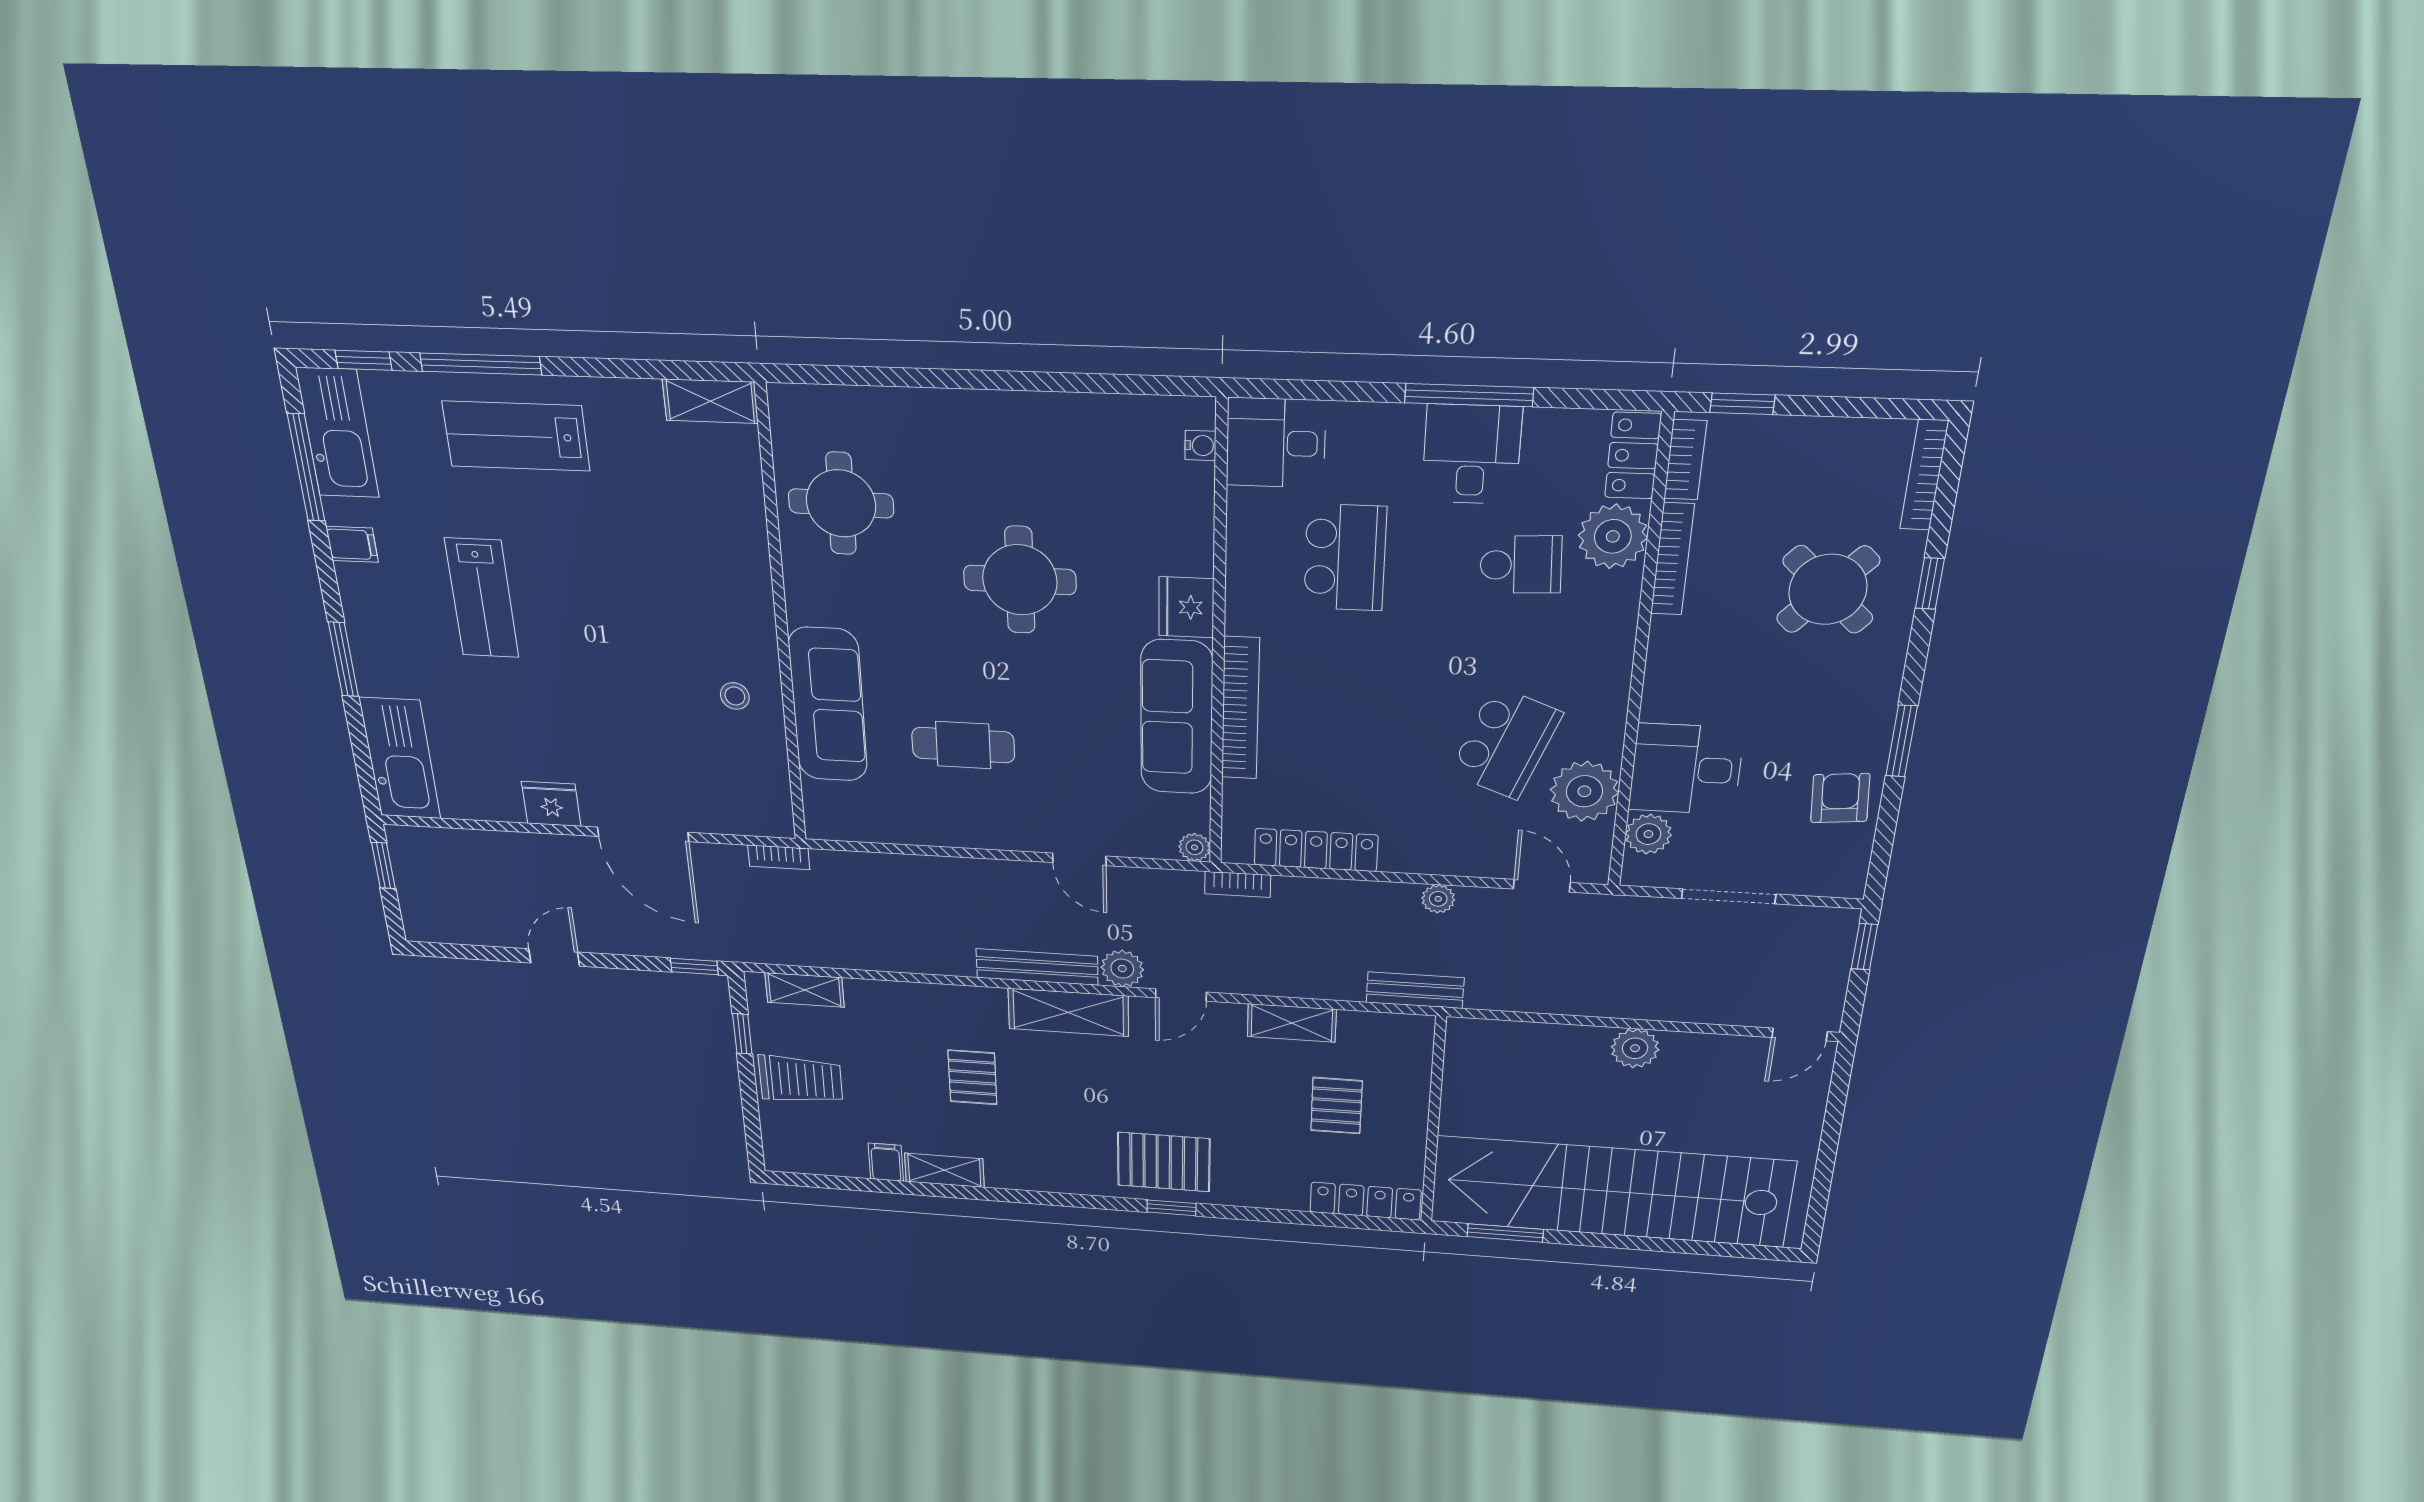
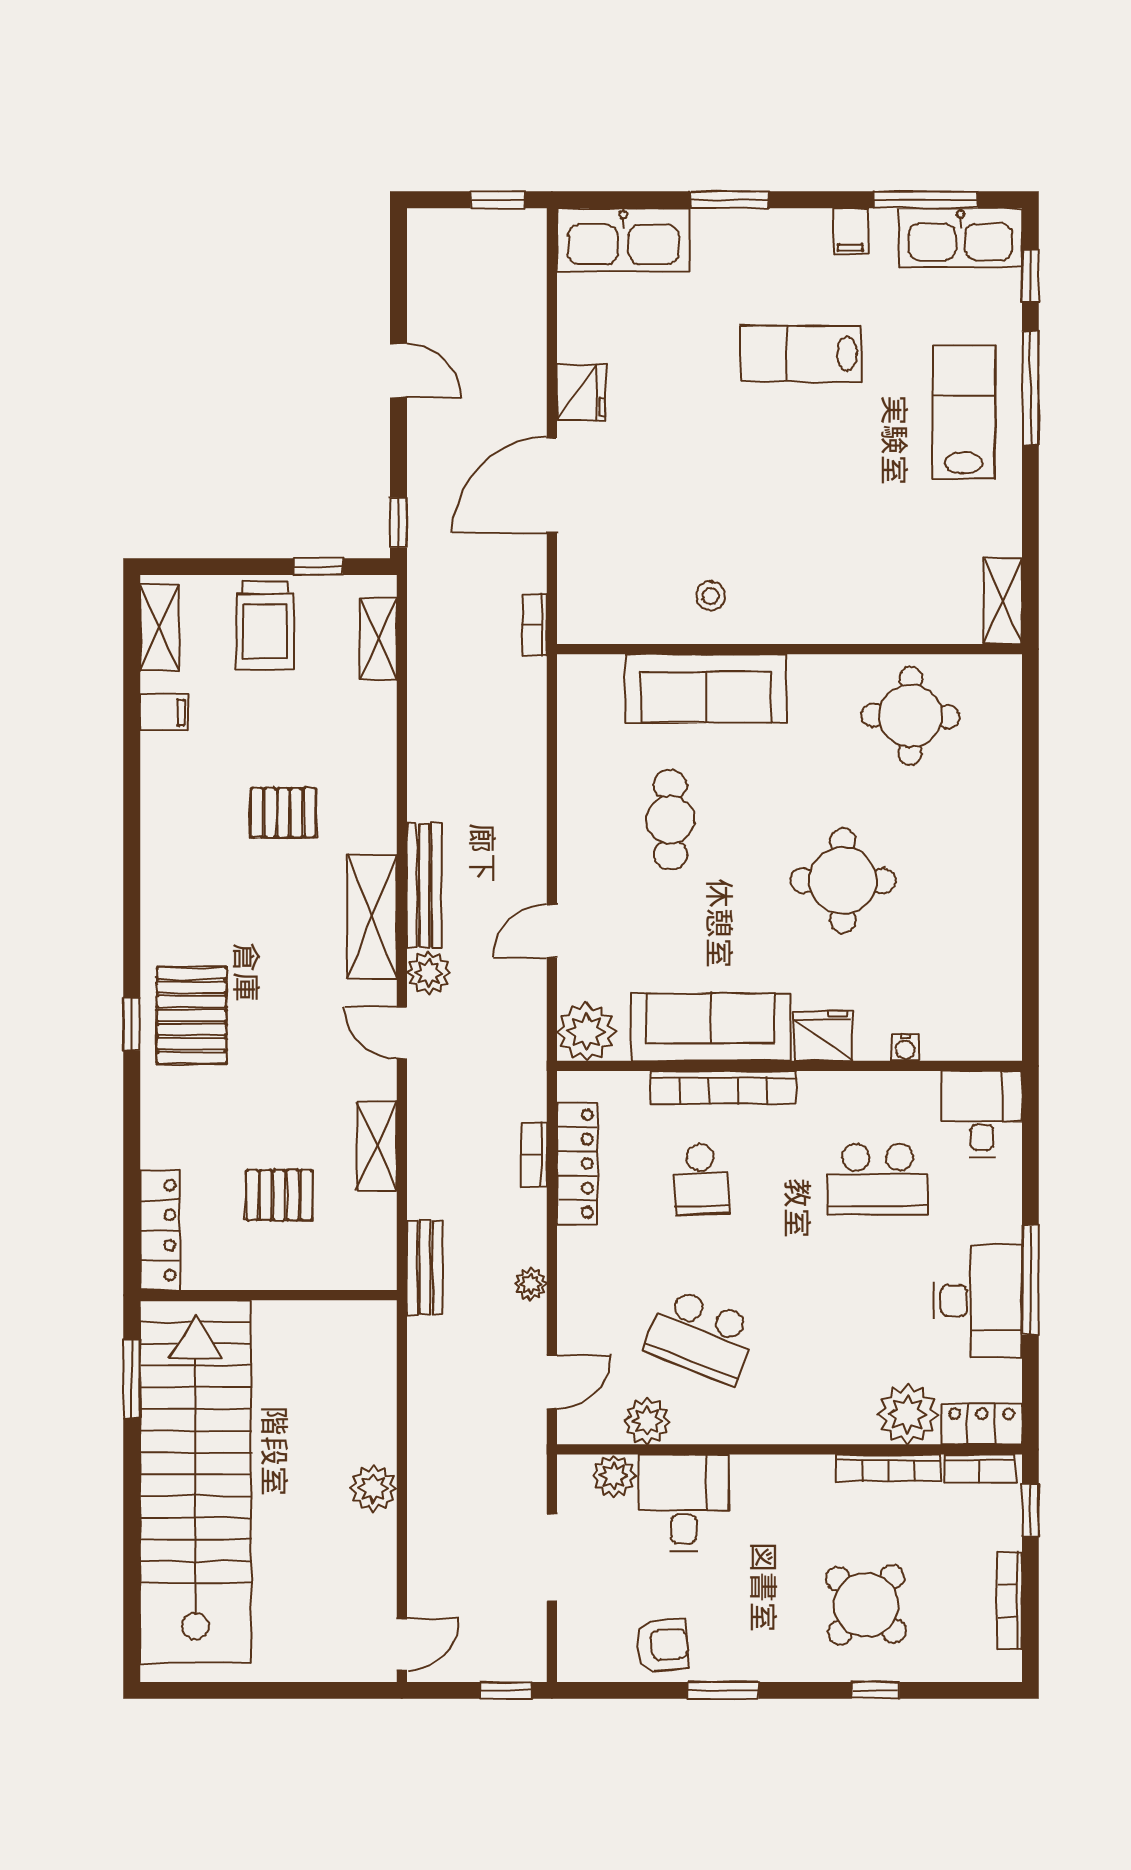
water cooler: (1200, 445) -> (905, 1047), moved
desk: (1472, 454) -> (978, 1301), width x1.37
bookcase: (1924, 475) -> (1010, 1600), moved, turned -90
school desk: (1521, 565) -> (701, 1179), moved
plant: (1584, 791) -> (647, 1421), width x0.73, depth x0.73
plant: (1194, 847) -> (586, 1032), width x1.88, depth x1.88
bookcase: (1238, 884) -> (534, 1154), moved
door: (1800, 1035) -> (402, 1644), swing flipped
shelving: (944, 1170) -> (159, 628), moved

